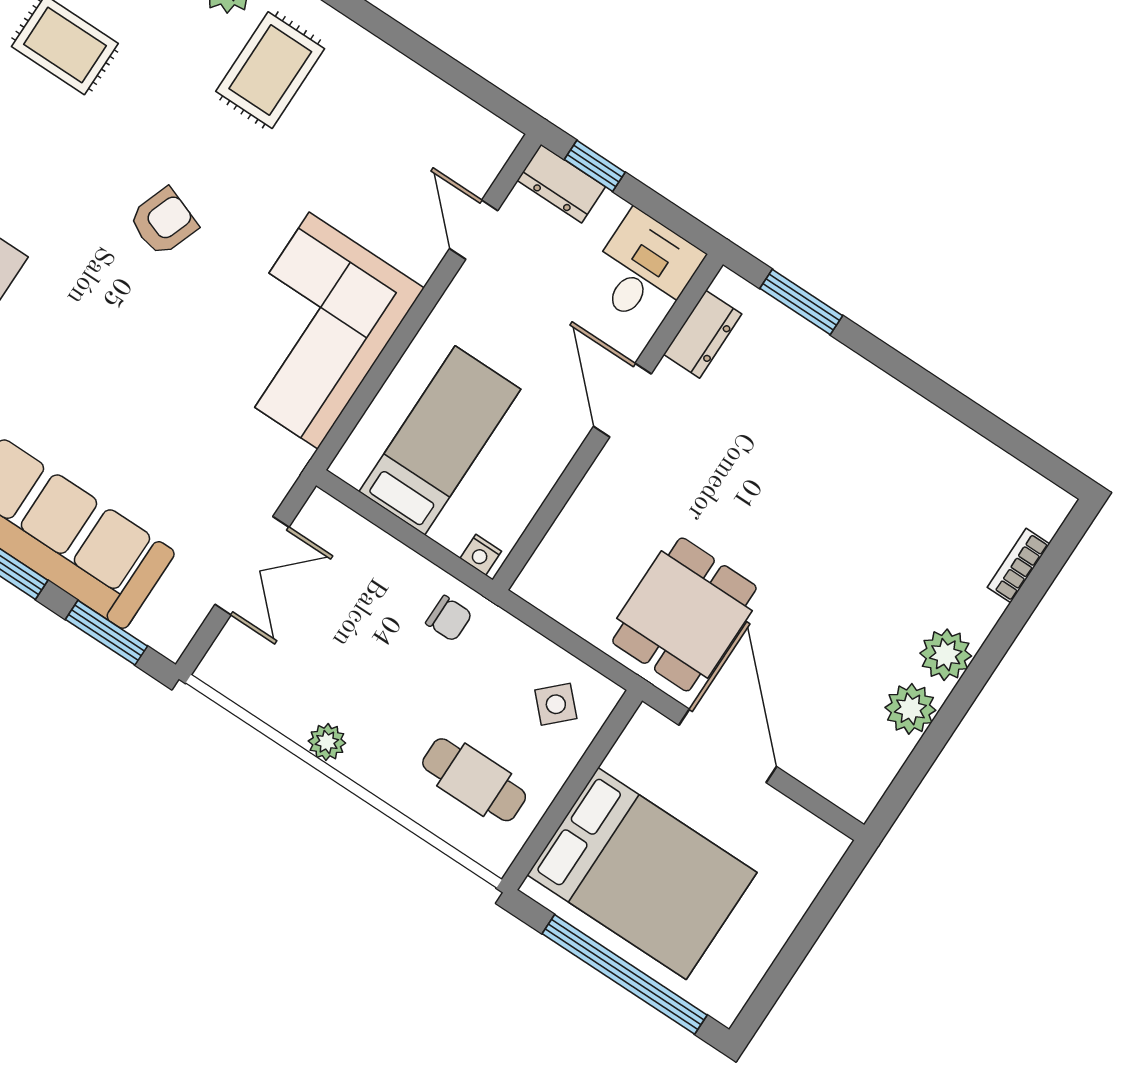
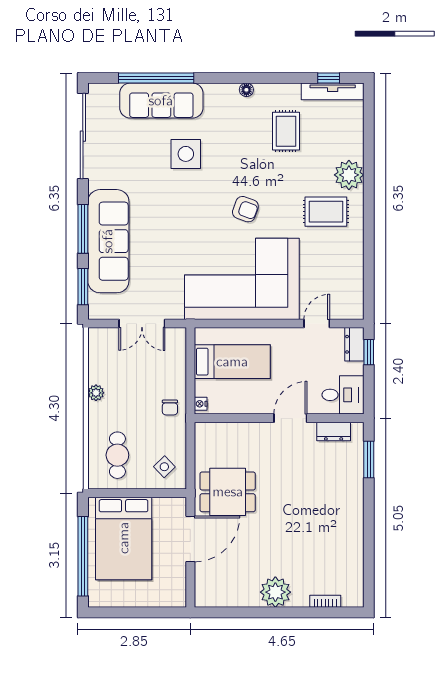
corner sofa: (314, 331) -> (242, 279), width x1.36, depth x1.36
plant: (946, 655) -> (275, 592), width x1.36, depth x1.36
plant: (910, 709) -> (247, 596), removed

